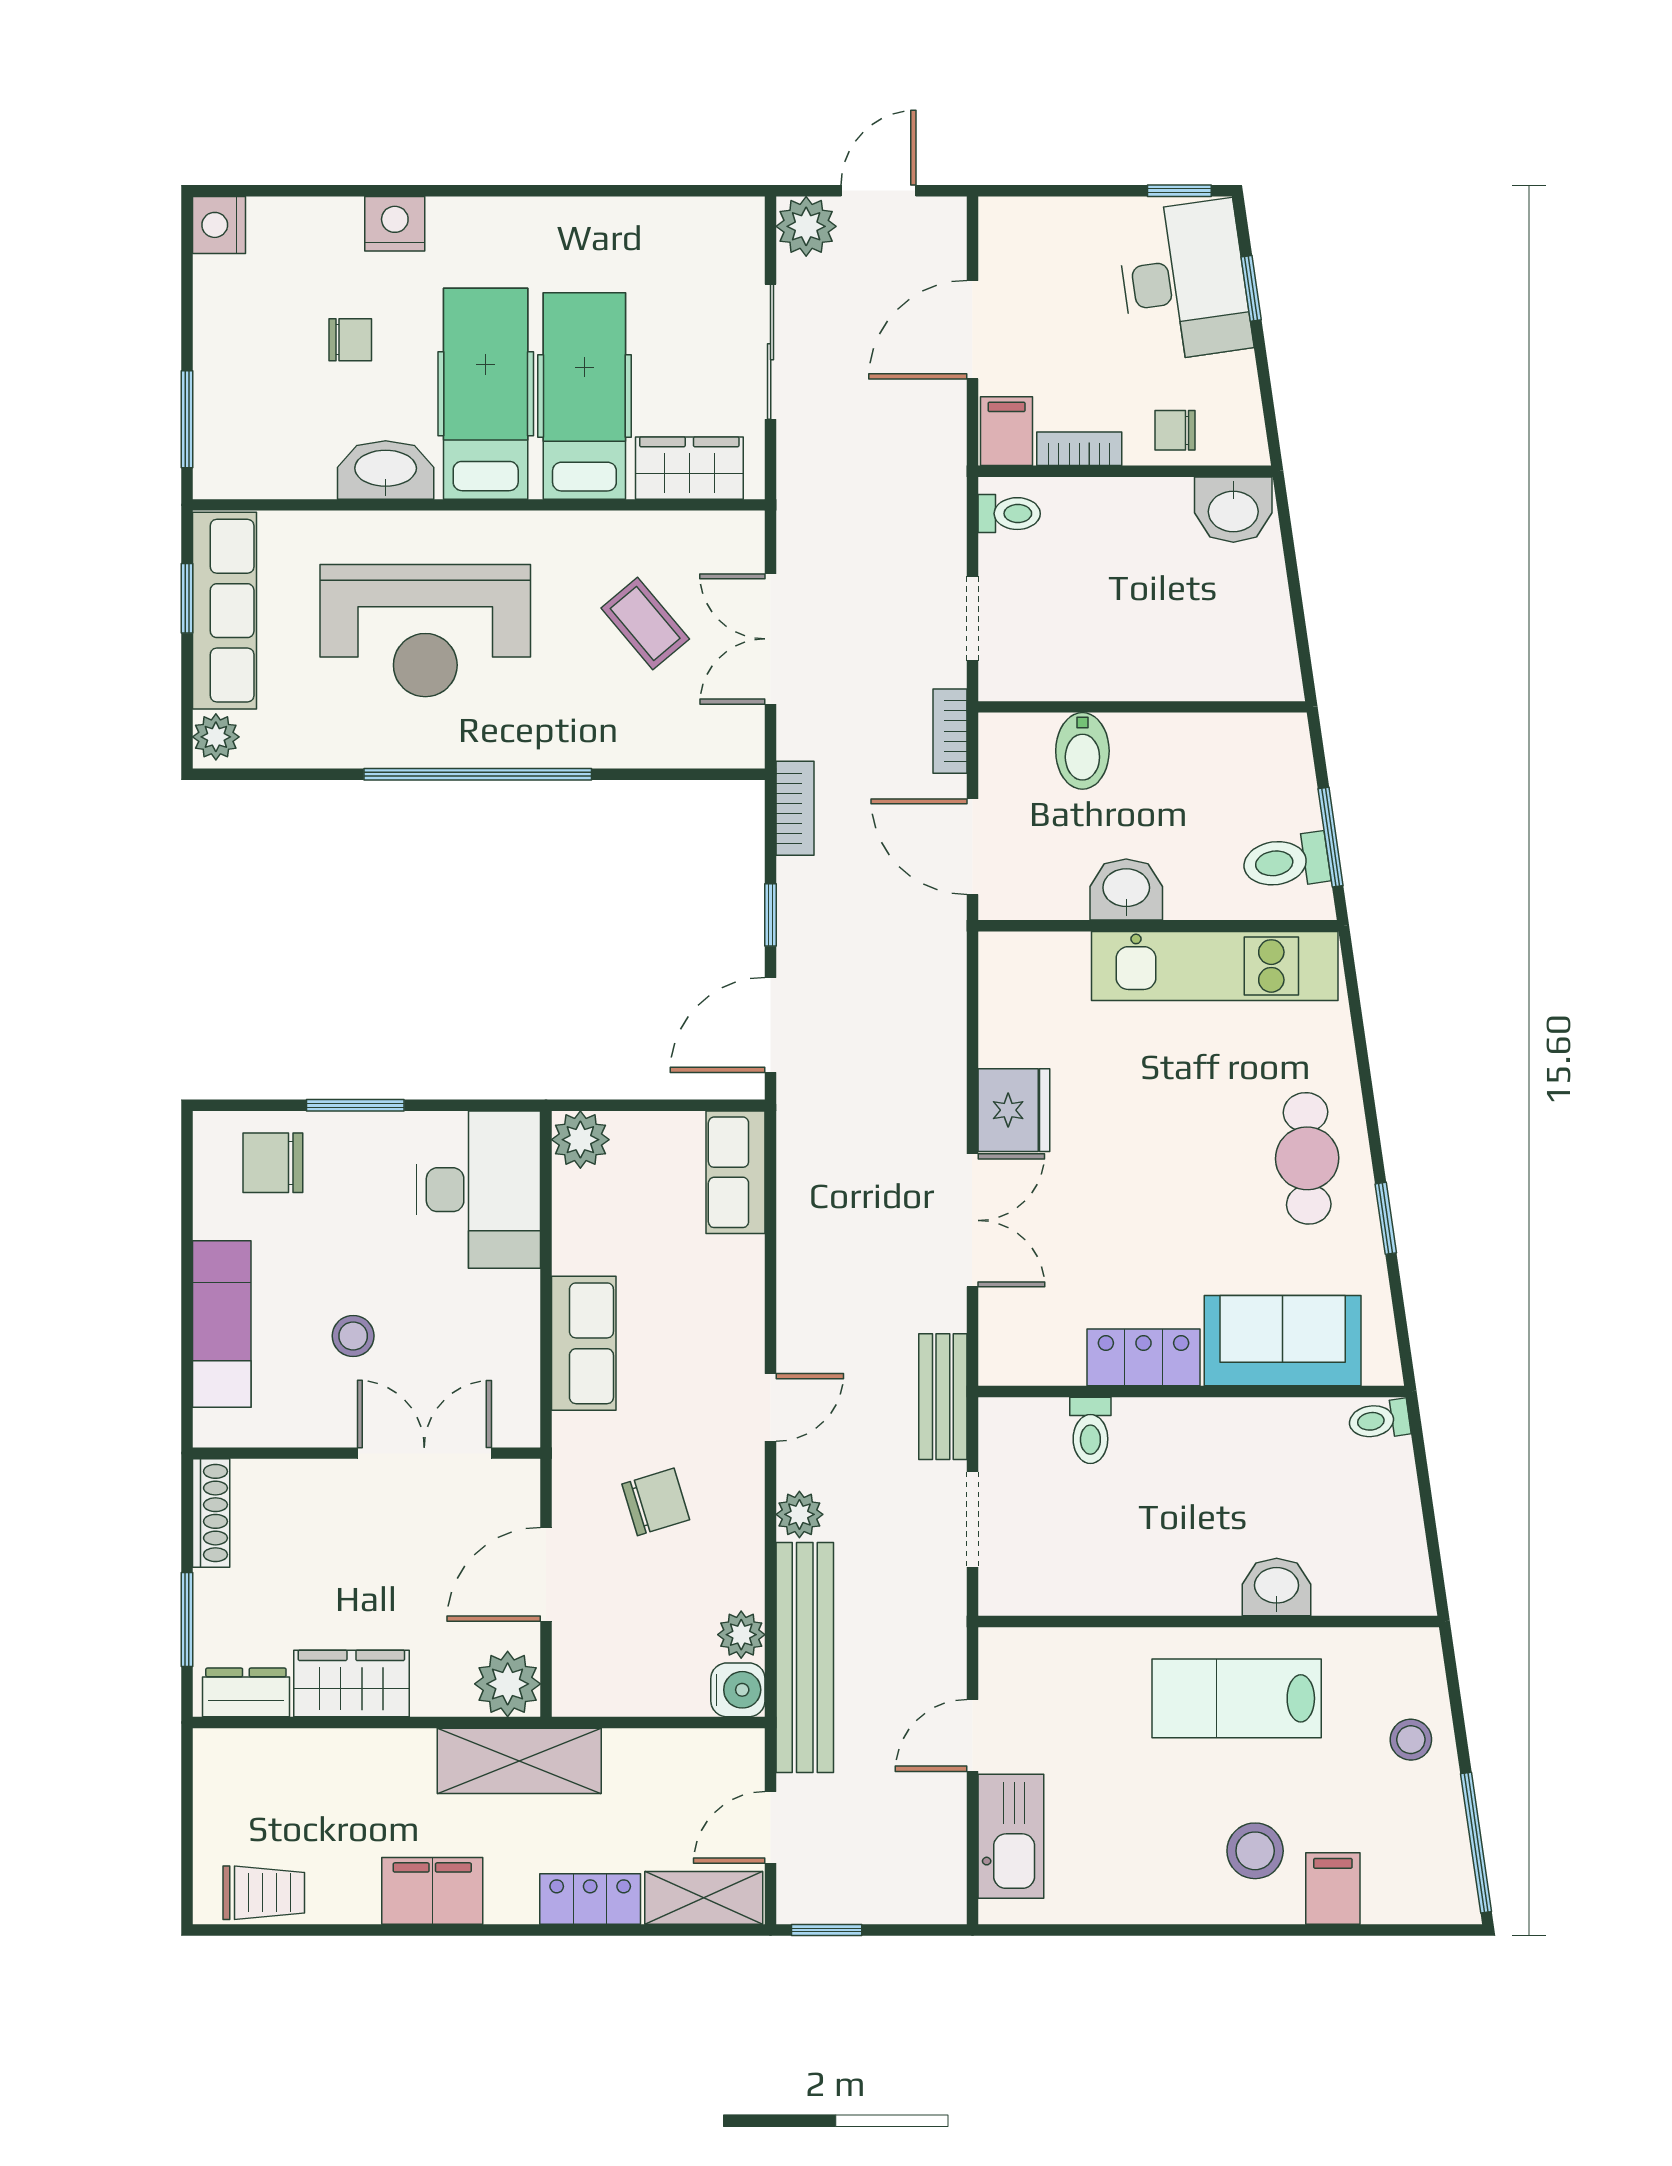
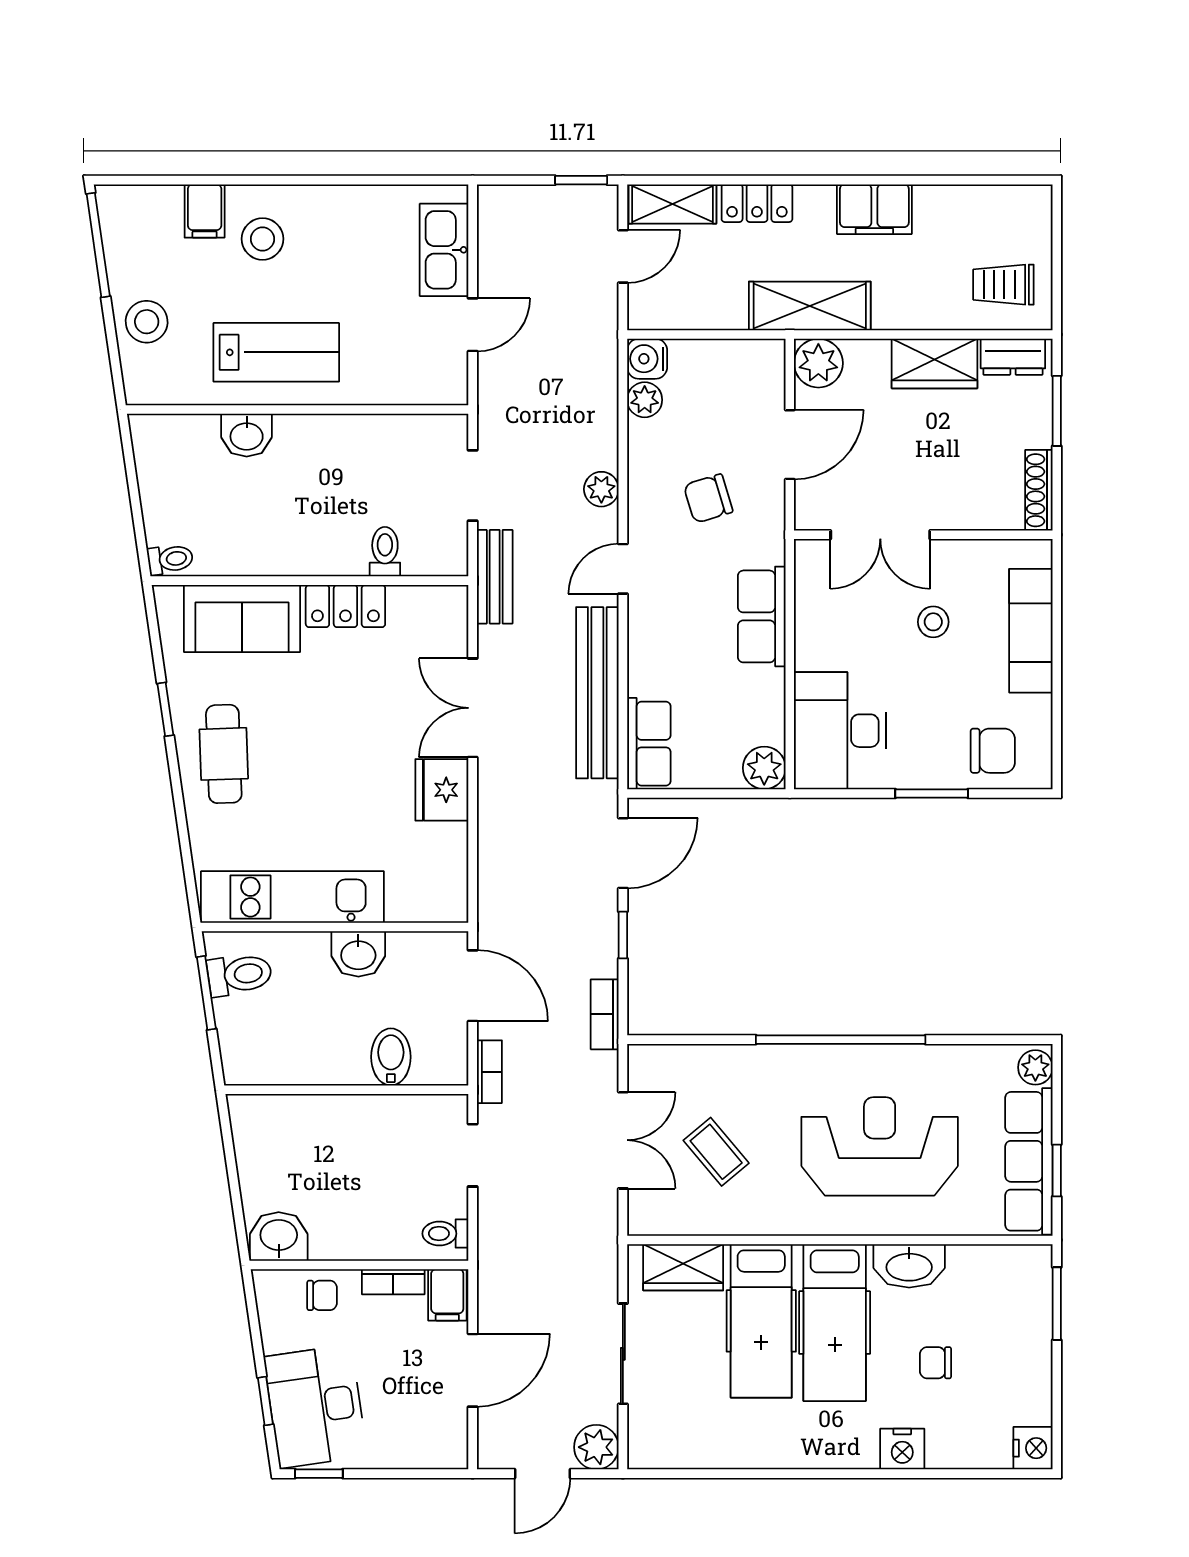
bench: (805, 1657) -> (597, 693), moved
stool: (1411, 1740) -> (147, 322), width x1.37, depth x1.37
trolley: (264, 1893) -> (1003, 285), moved

